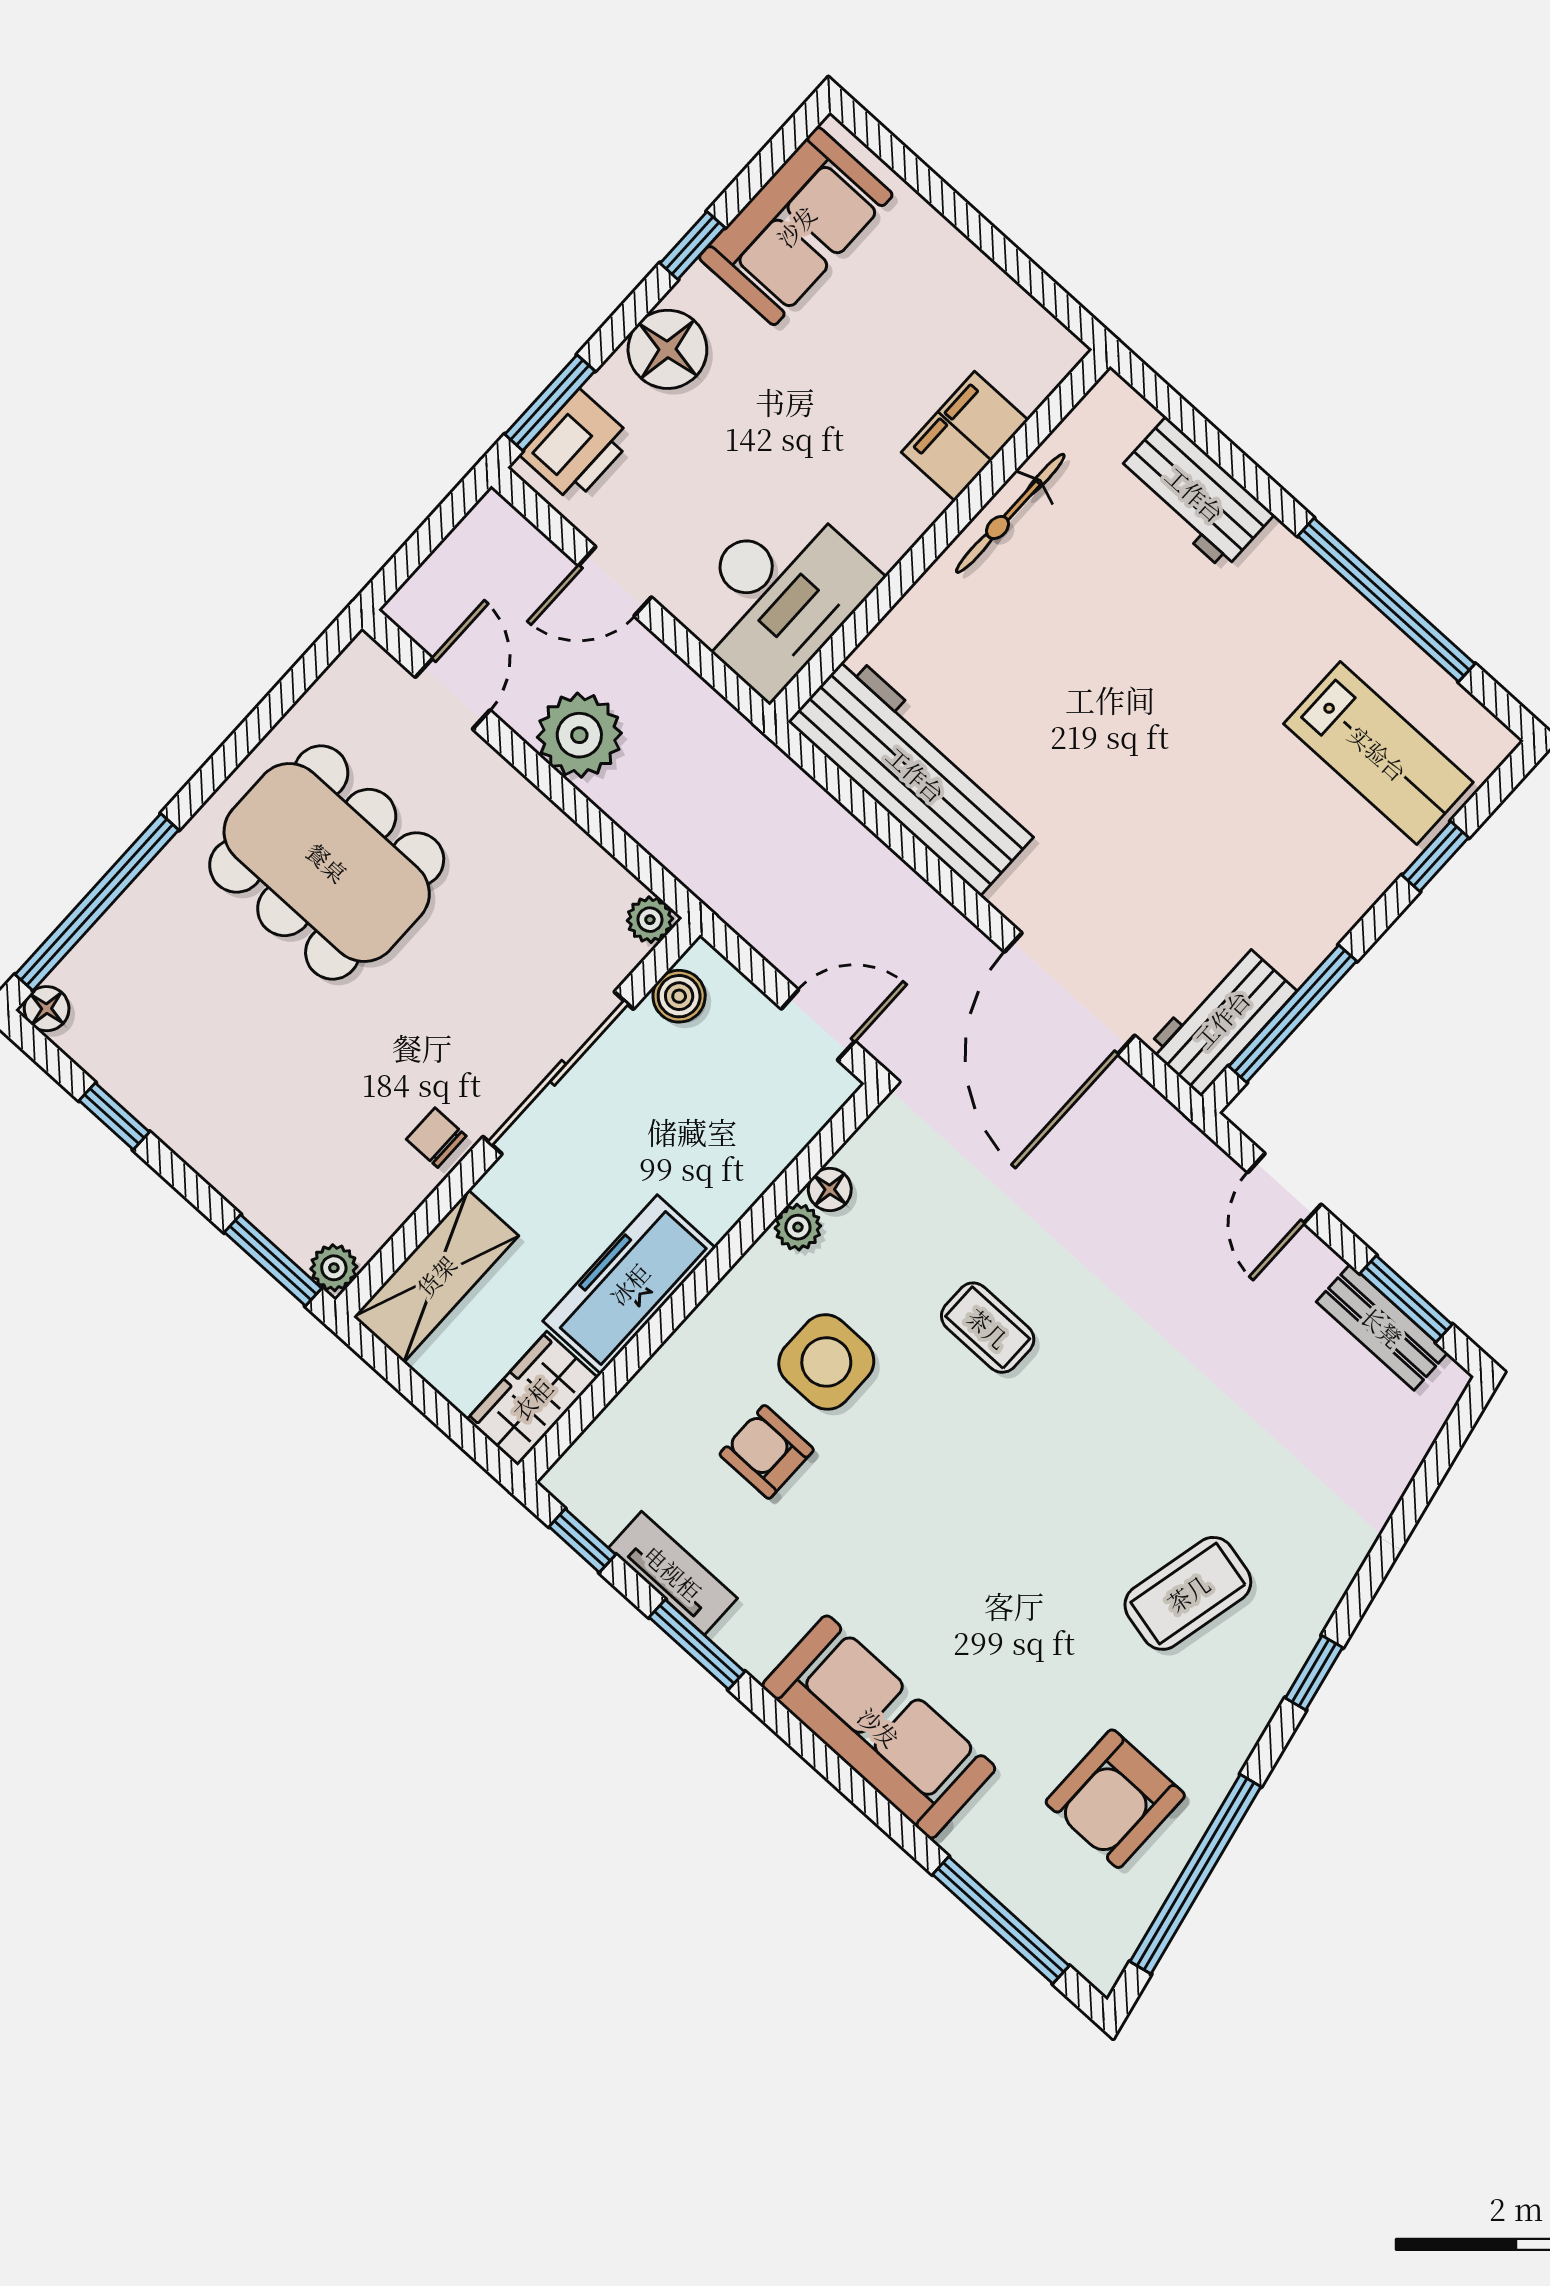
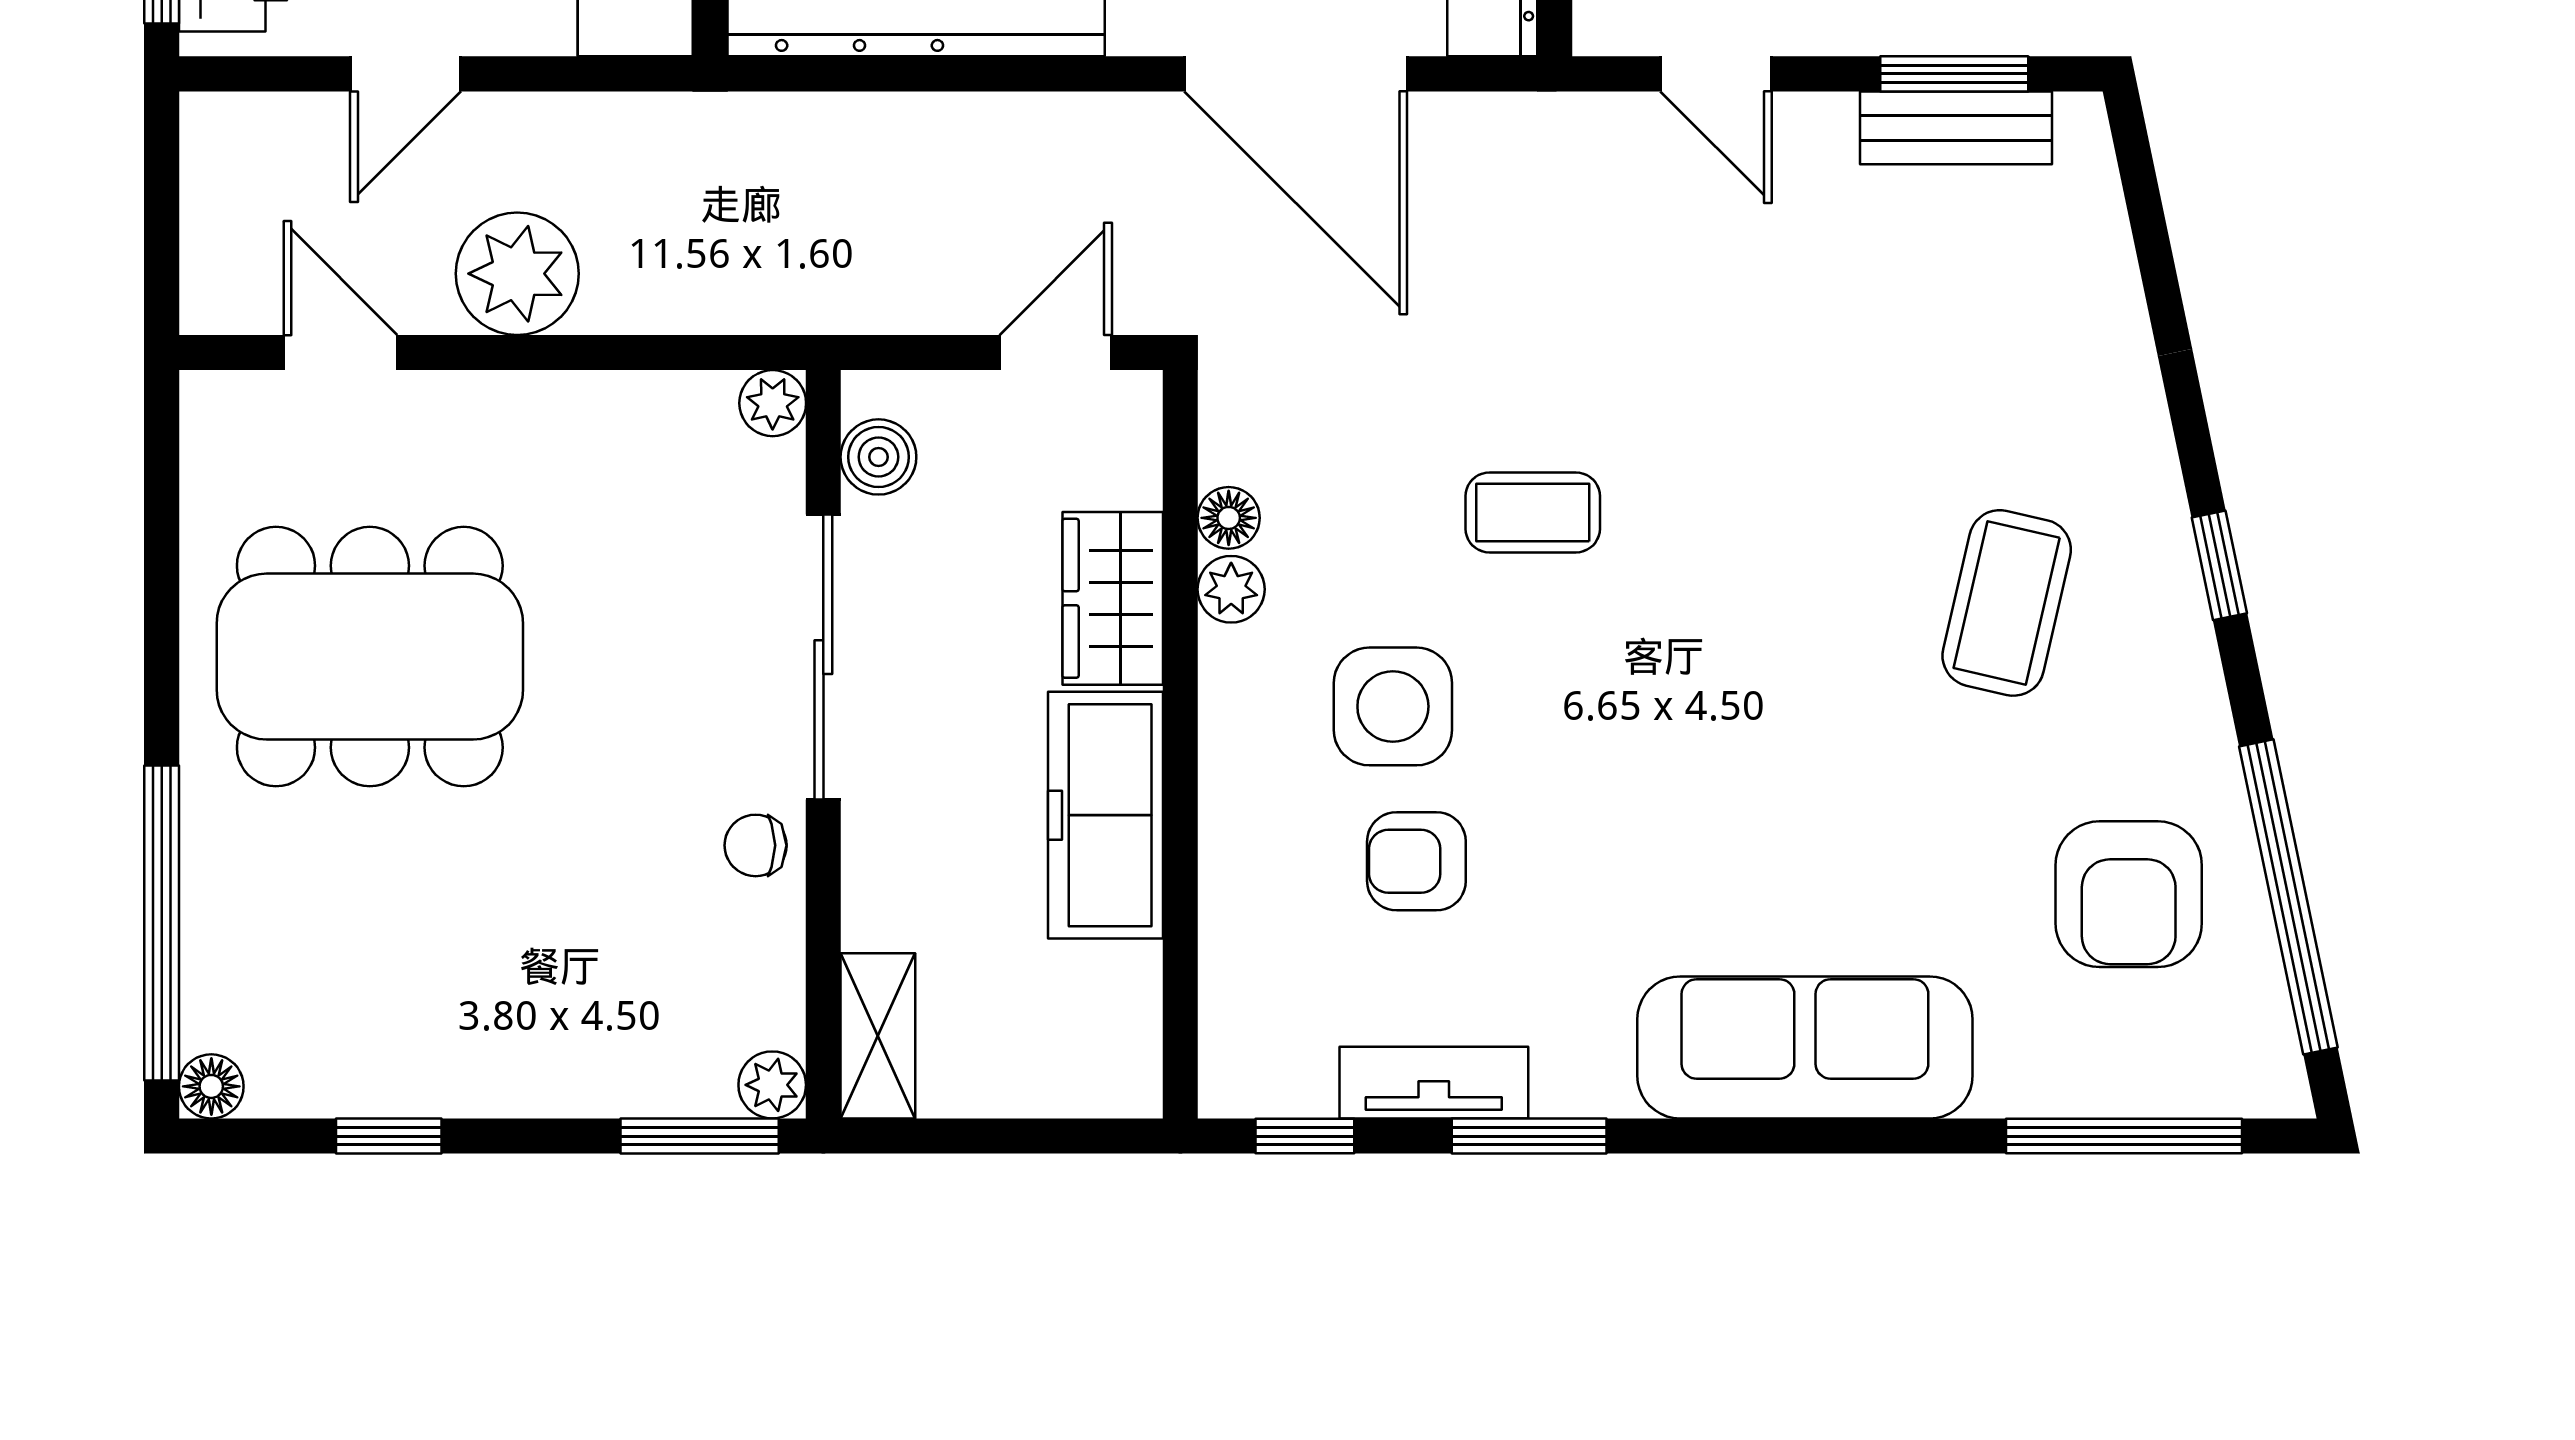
shelving: (436, 1276) -> (878, 1036), width x0.67, depth x0.75
wardrobe: (532, 1399) -> (1113, 598), moved

